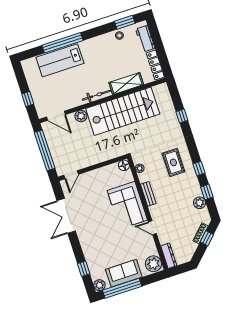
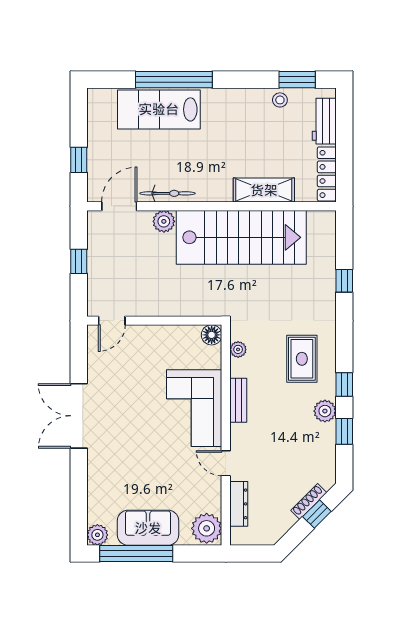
bicycle: (96, 95) -> (167, 193), moved
door: (56, 116) -> (119, 206), swing flipped
window: (45, 150) -> (79, 261), width x0.32
plant: (200, 203) -> (325, 411), moved
double door: (66, 216) -> (79, 416), moved
dresser: (169, 256) -> (239, 504), moved
window: (84, 269) -> (79, 496), removed

